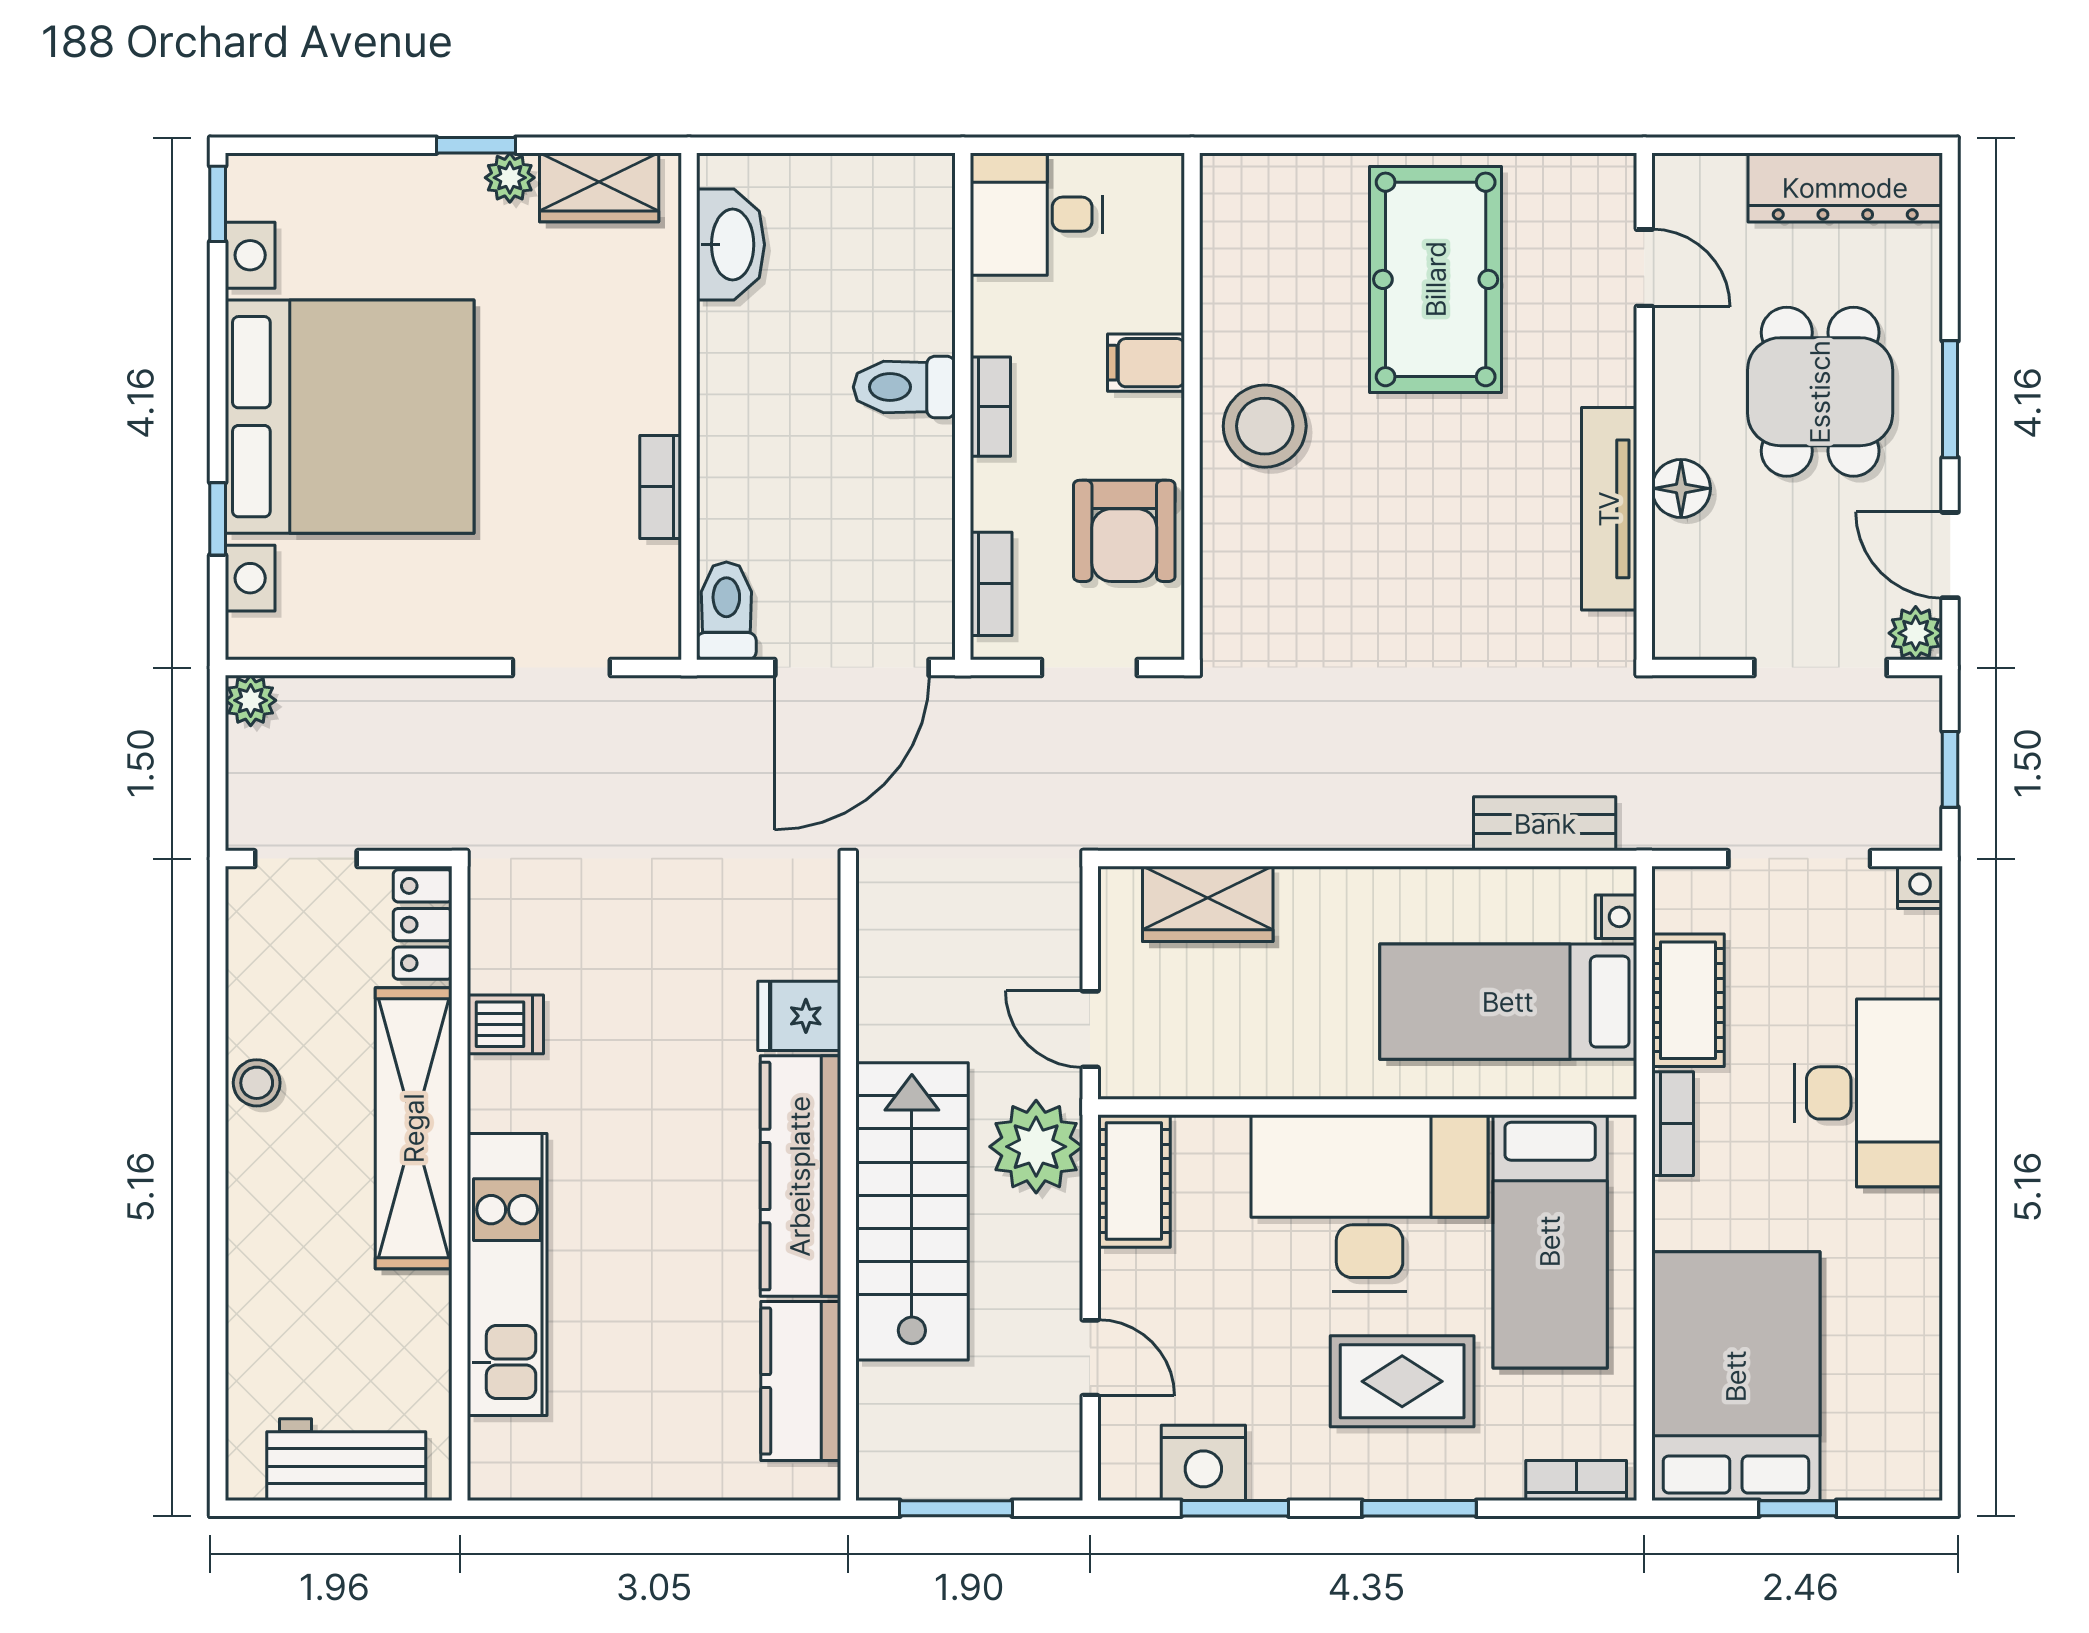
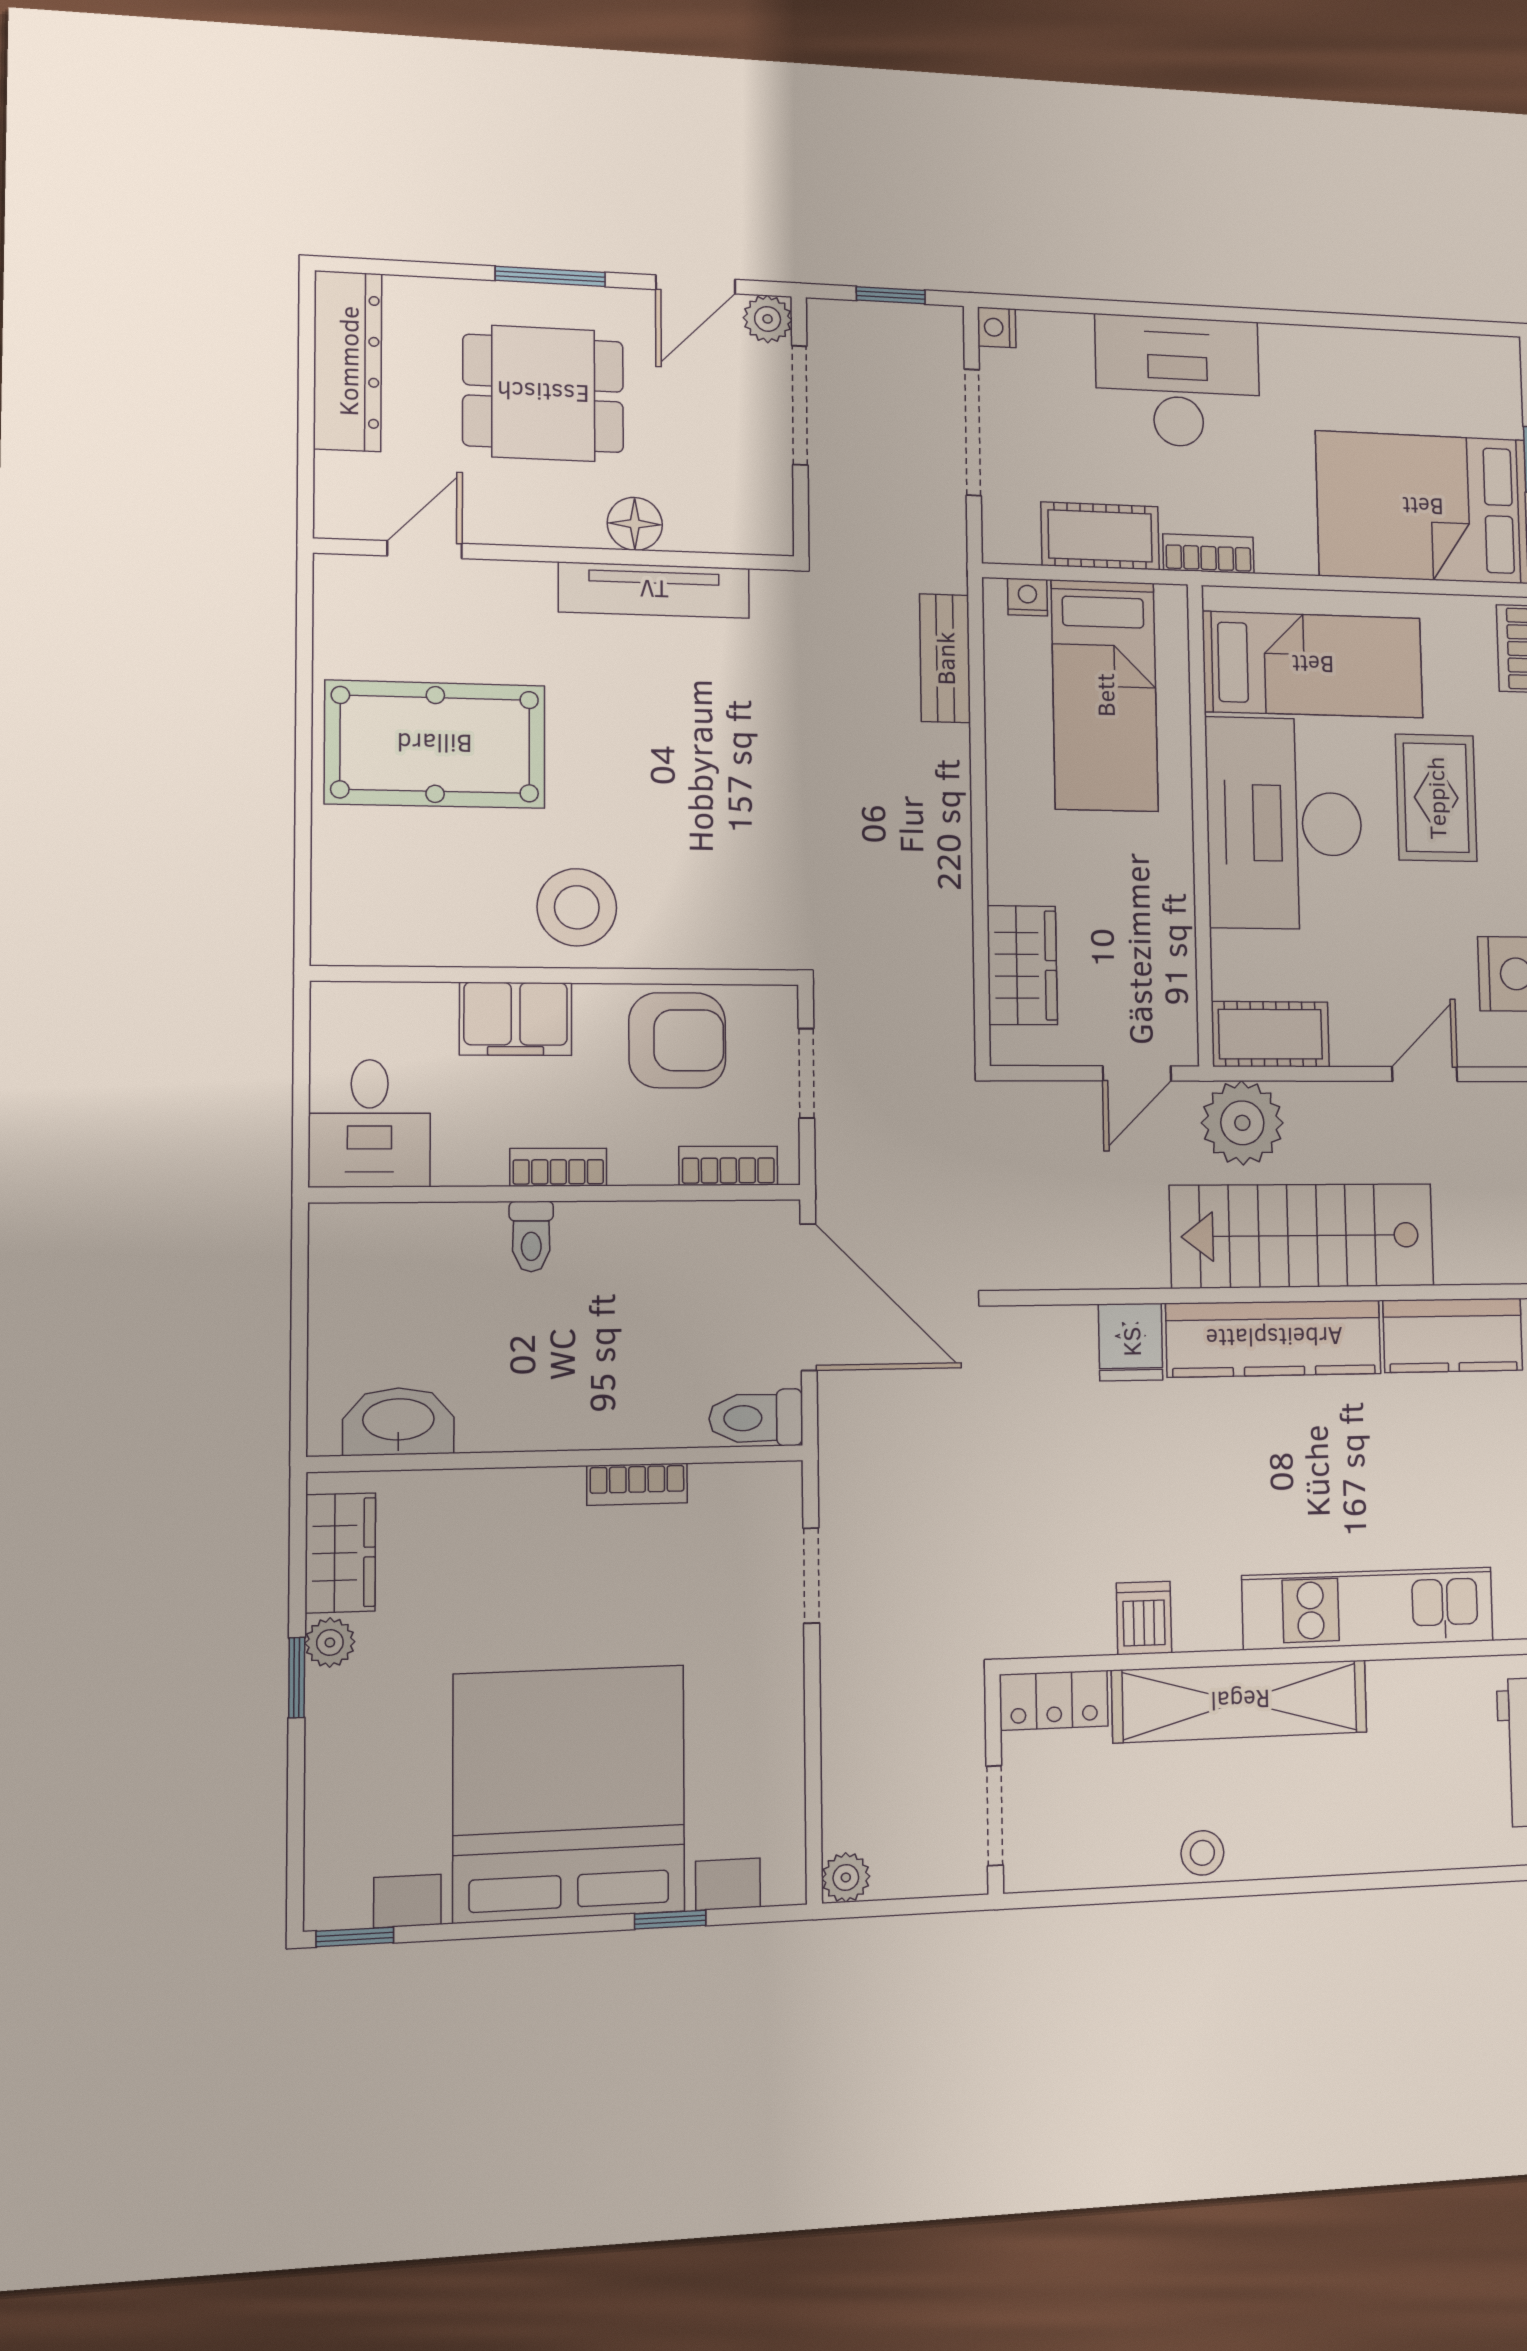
filing cabinet: (1146, 363) -> (516, 1019), width x2.00
toilet: (904, 387) -> (531, 1236), width x0.73, depth x0.72

